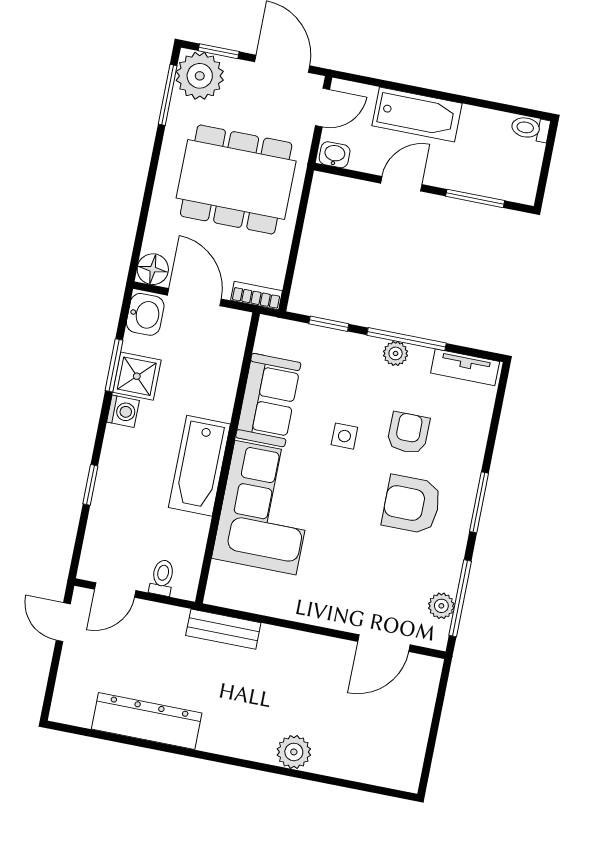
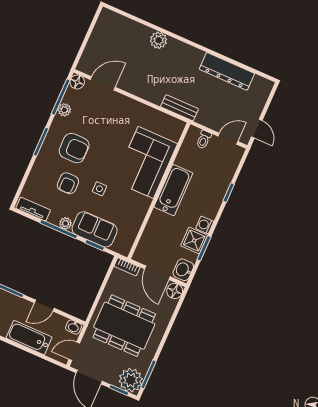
sofa: (268, 400) -> (95, 229), moved, turned 90
plant: (441, 606) -> (64, 110), moved
floor lamp: (434, 635) -> (77, 82), added

